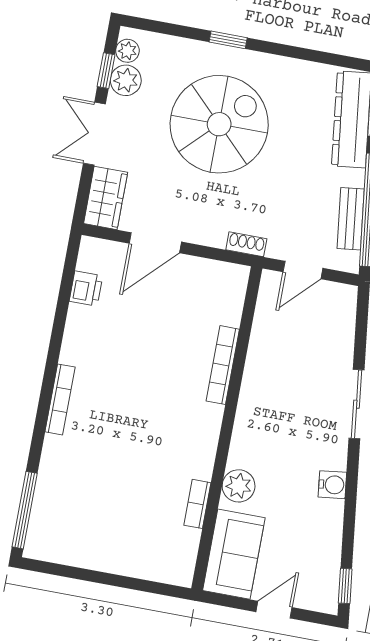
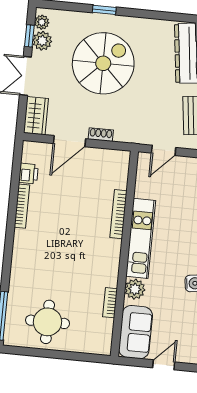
shoe rack: (246, 244) -> (101, 135), moved
bookcase: (60, 399) -> (22, 206), moved
kitchen unit: (255, 406) -> (141, 238), added
round table: (96, 526) -> (48, 322), added

